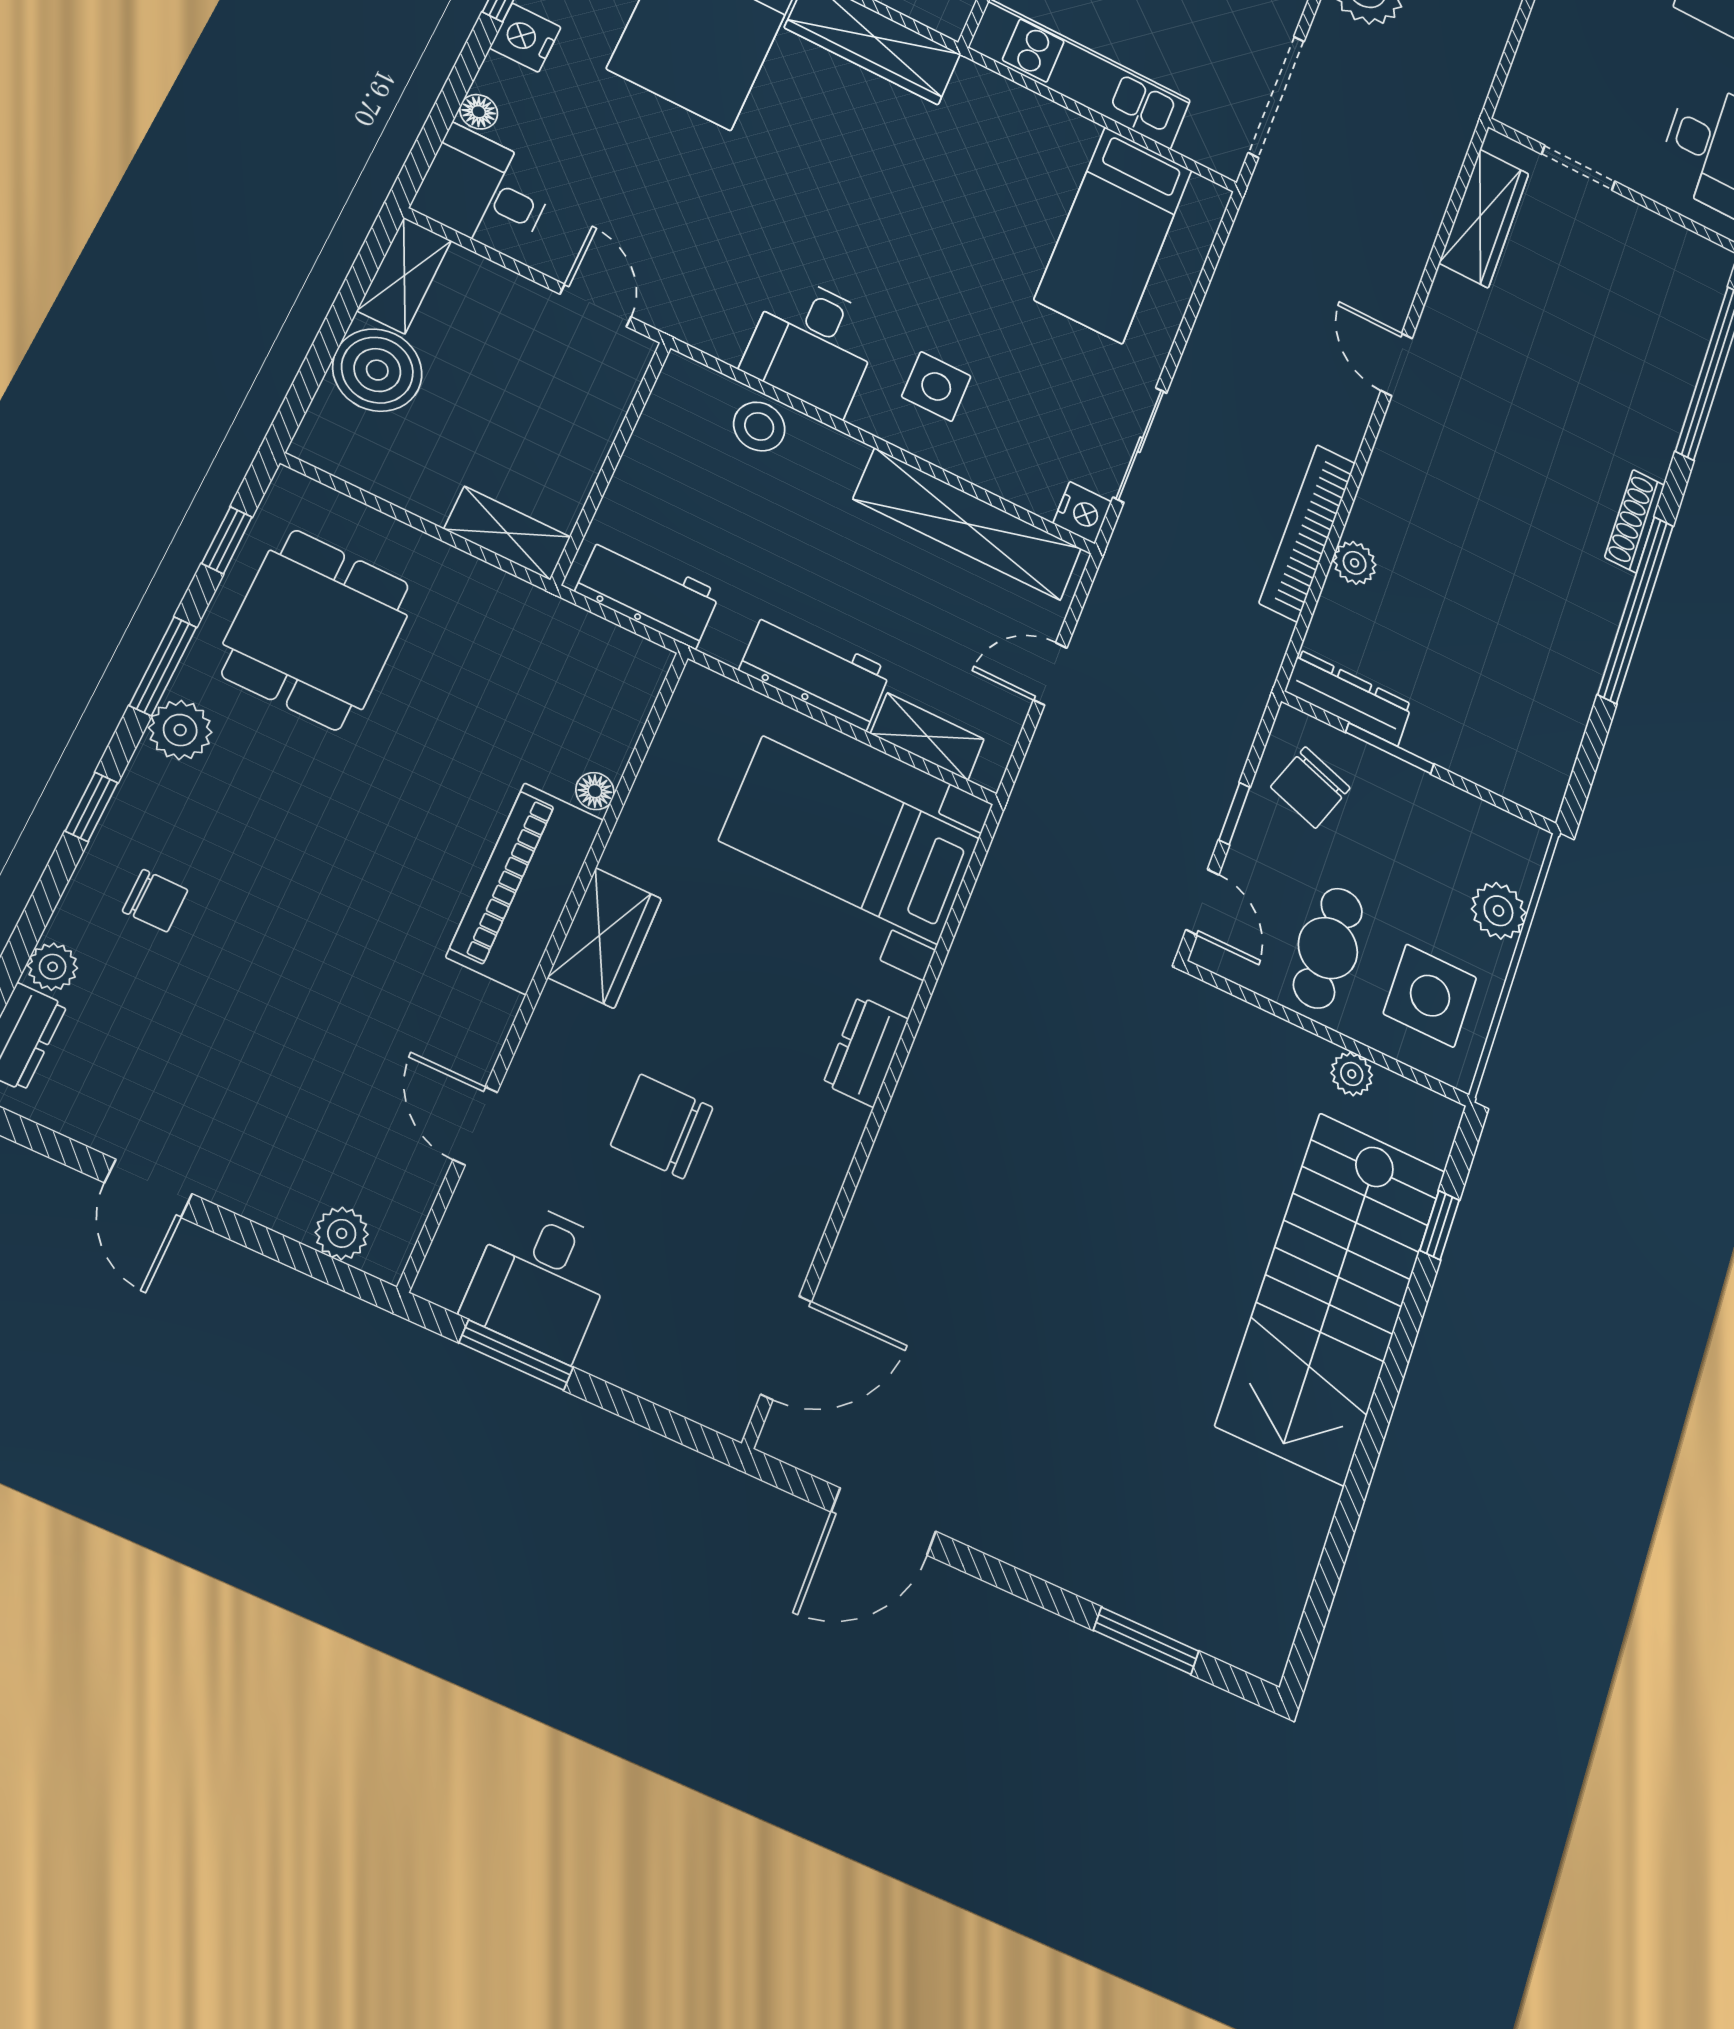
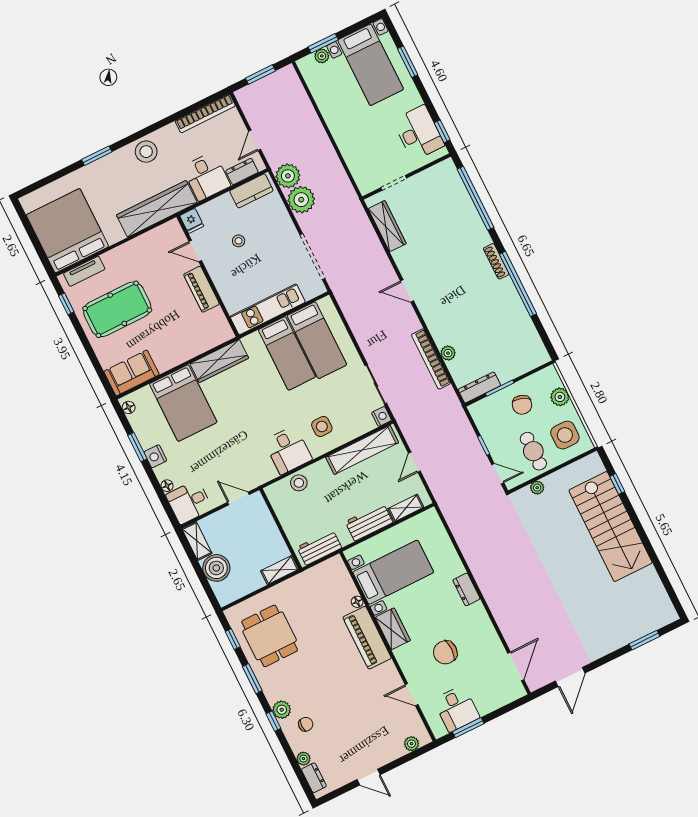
bed: (1025, 186) -> (287, 353), added
plant: (180, 730) -> (282, 710), moved
chair: (1310, 787) -> (522, 405), moved
bed with nightstands: (850, 840) -> (393, 572), moved, turned 180
plant: (1352, 1074) -> (537, 488), moved

